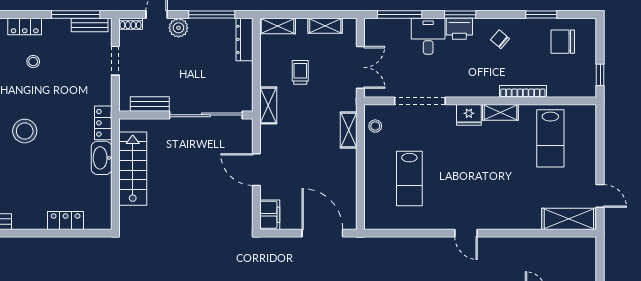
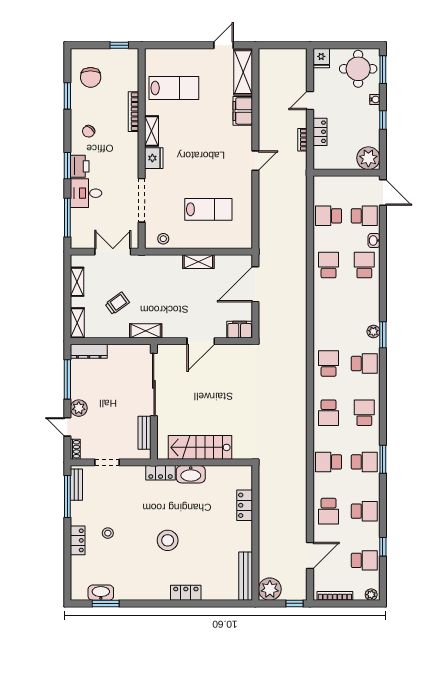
trolley: (300, 72) -> (117, 303), turned 144
shelving: (349, 130) -> (198, 262), moved
filing cabinet: (524, 218) -> (243, 111), added

